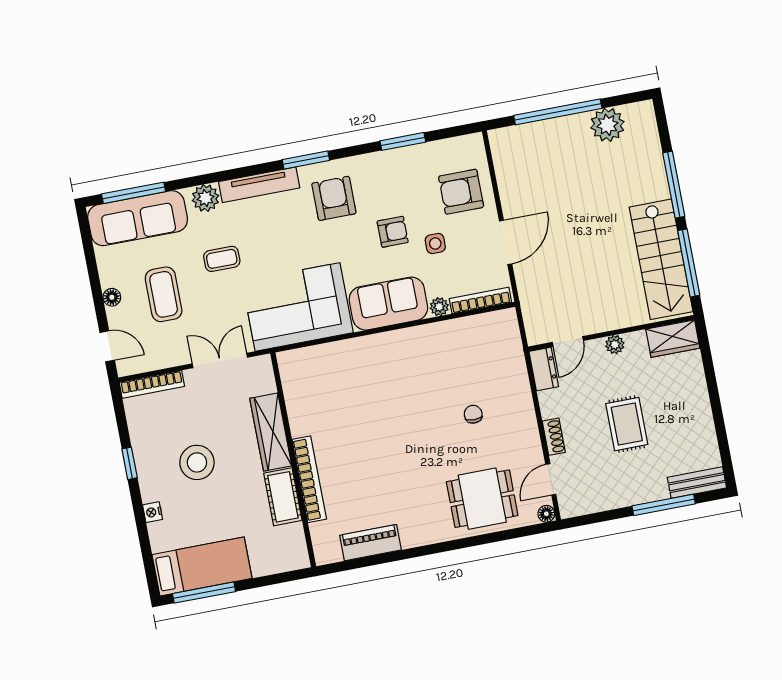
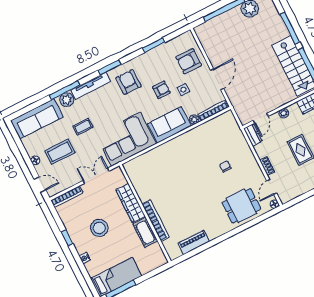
window: (134, 193) -> (65, 90), moved
coffee table: (164, 294) -> (60, 152), turned 90

